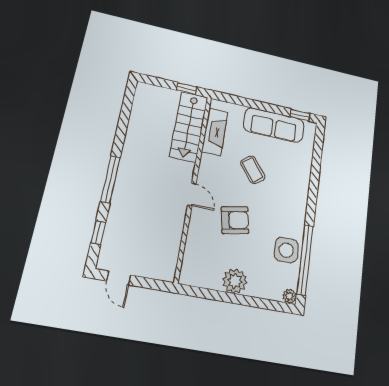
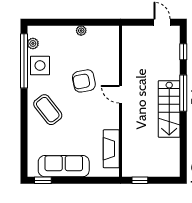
stairs: (189, 127) -> (169, 109), moved, turned 180
coffee table: (253, 170) -> (48, 110), moved, width x1.36, depth x1.30
plant: (235, 281) -> (81, 31), width x0.53, depth x0.53
plant: (290, 296) -> (33, 43), moved

